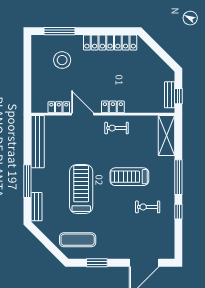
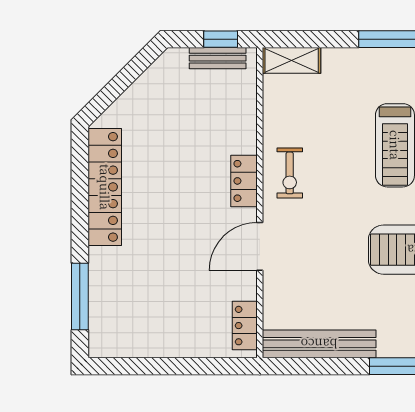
stool: (62, 60) -> (142, 291), removed
locker: (59, 107) -> (245, 326), moved
shelving: (167, 136) -> (292, 60), width x0.67, depth x0.75

